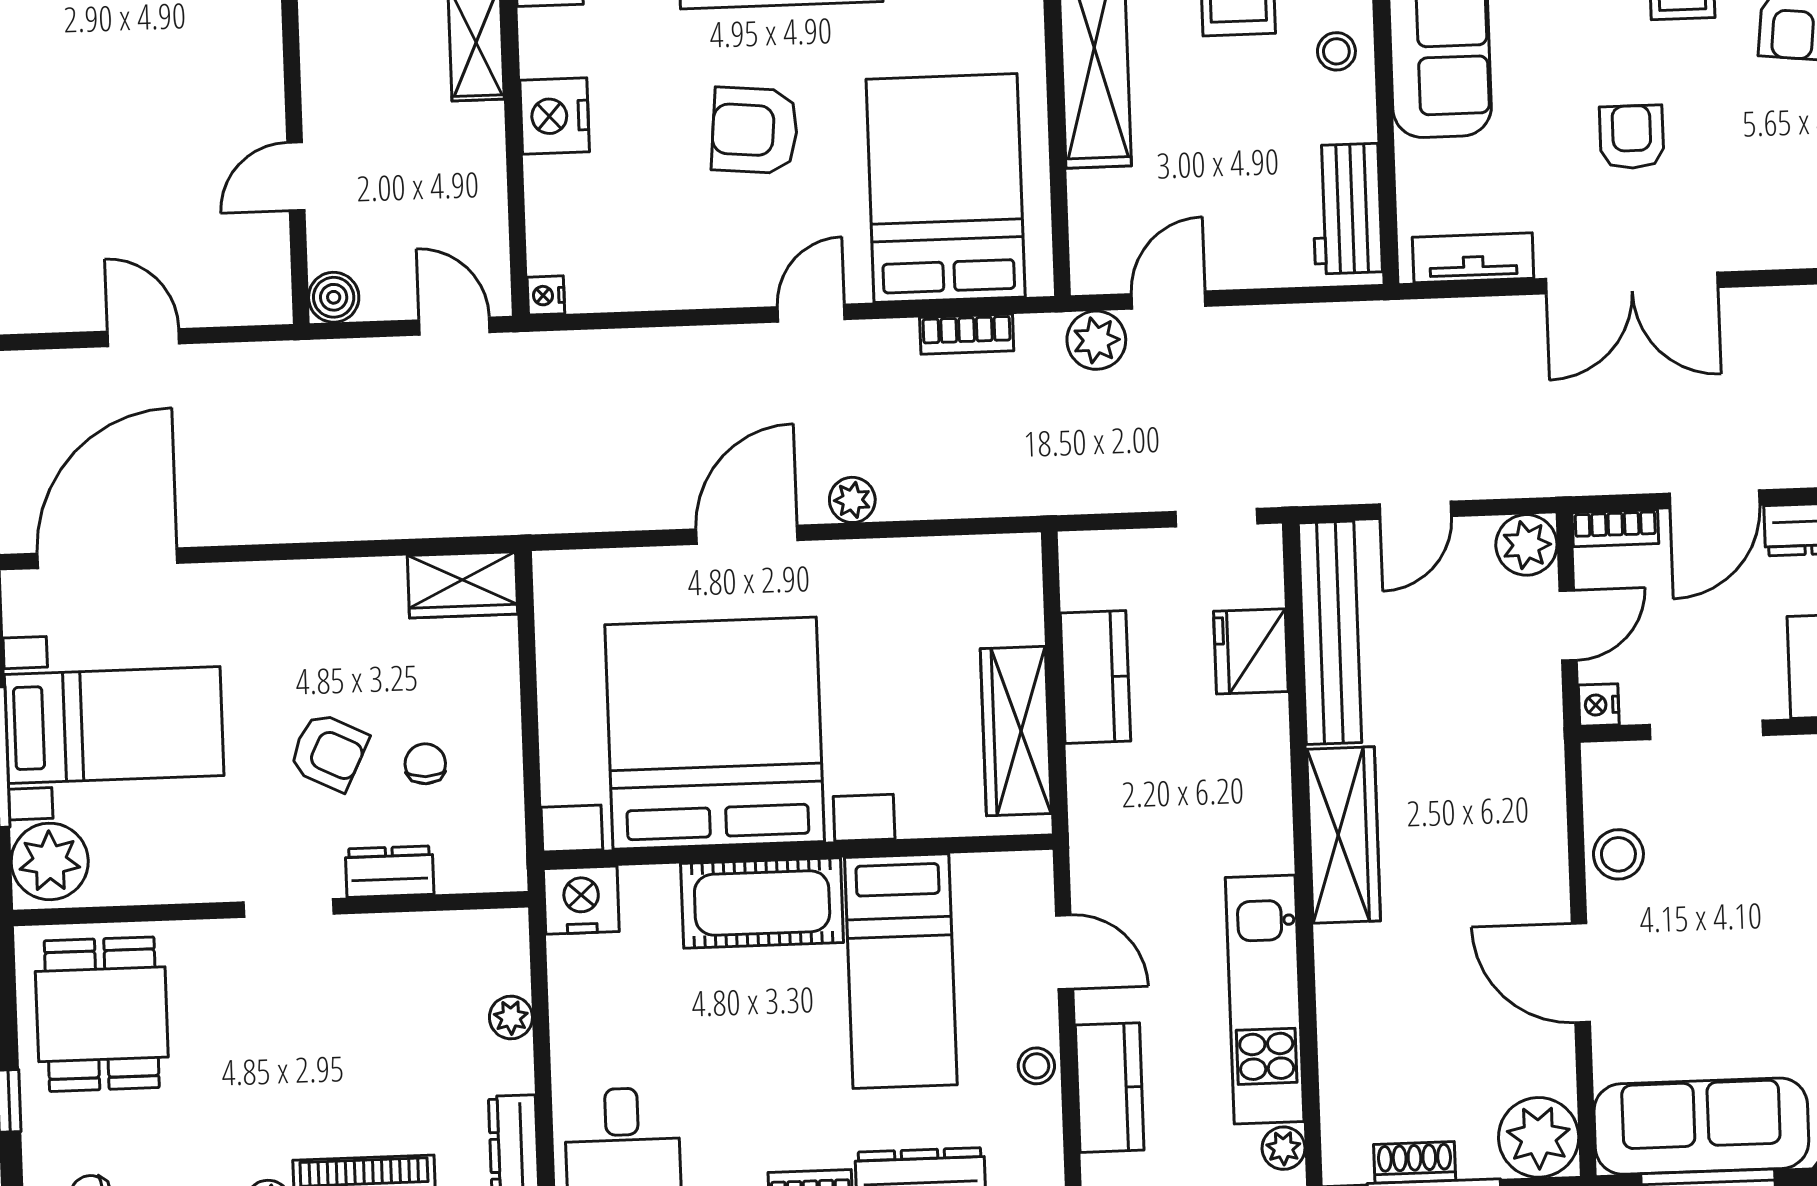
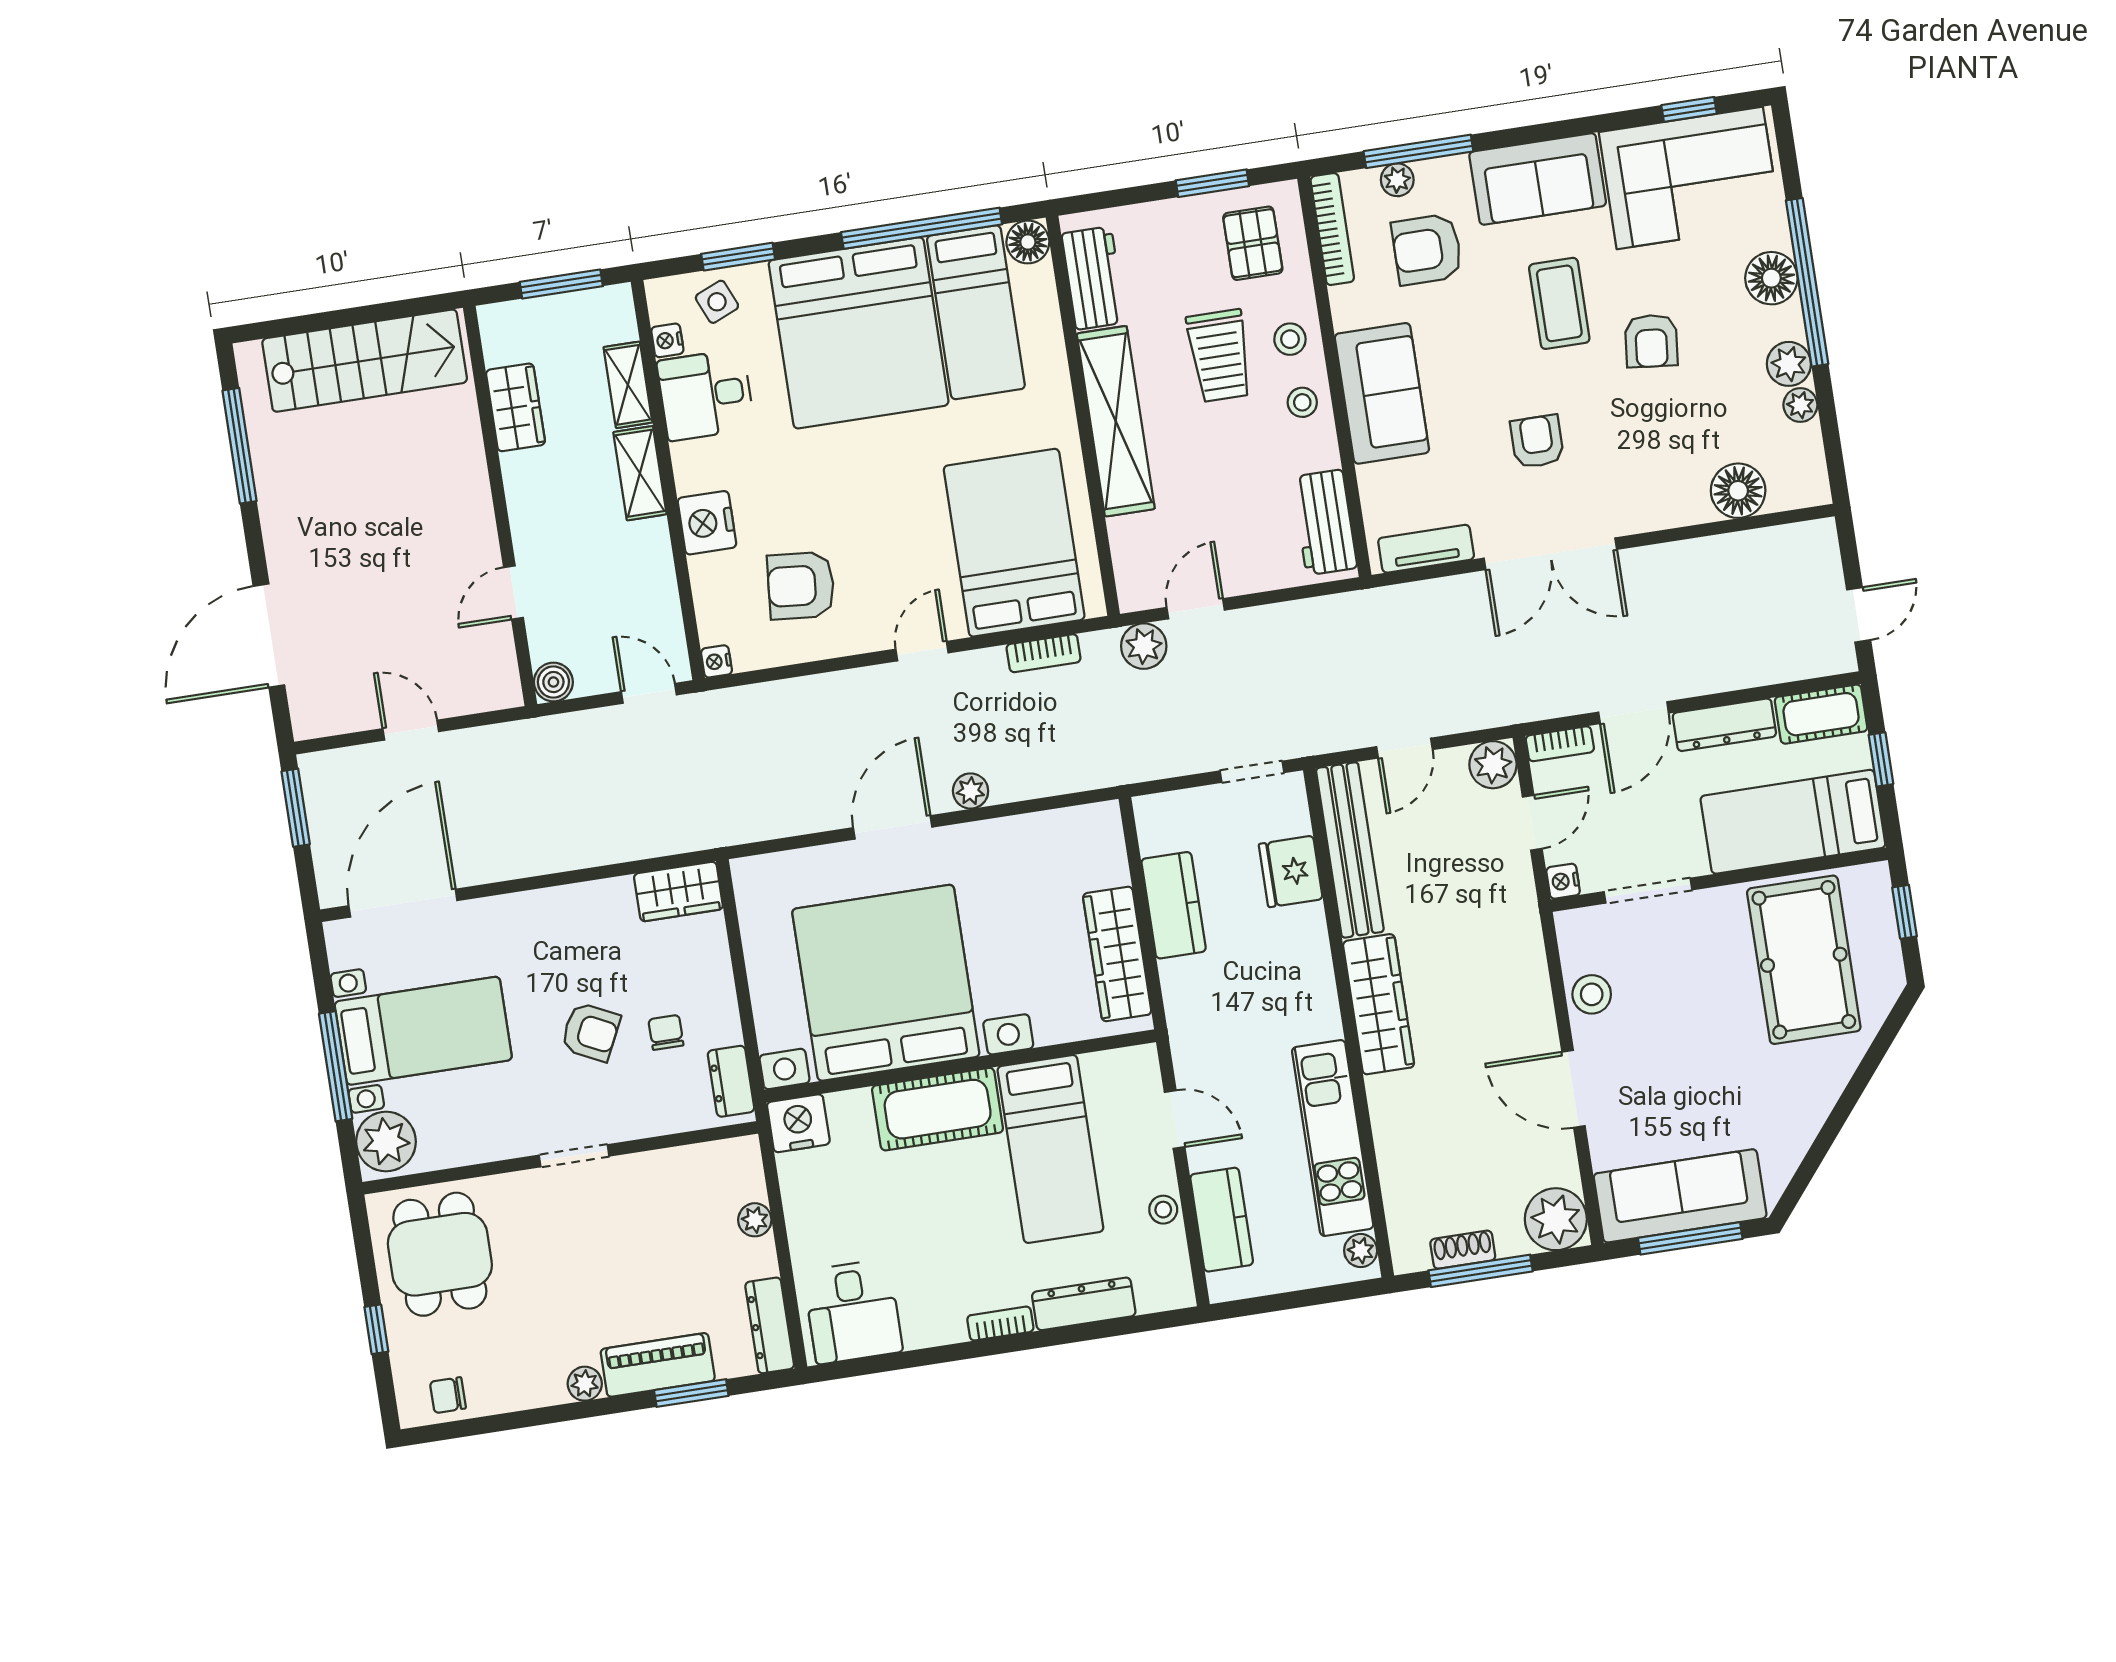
armchair: (755, 130) -> (801, 586), moved
dresser: (390, 872) -> (731, 1081), moved, turned -90

